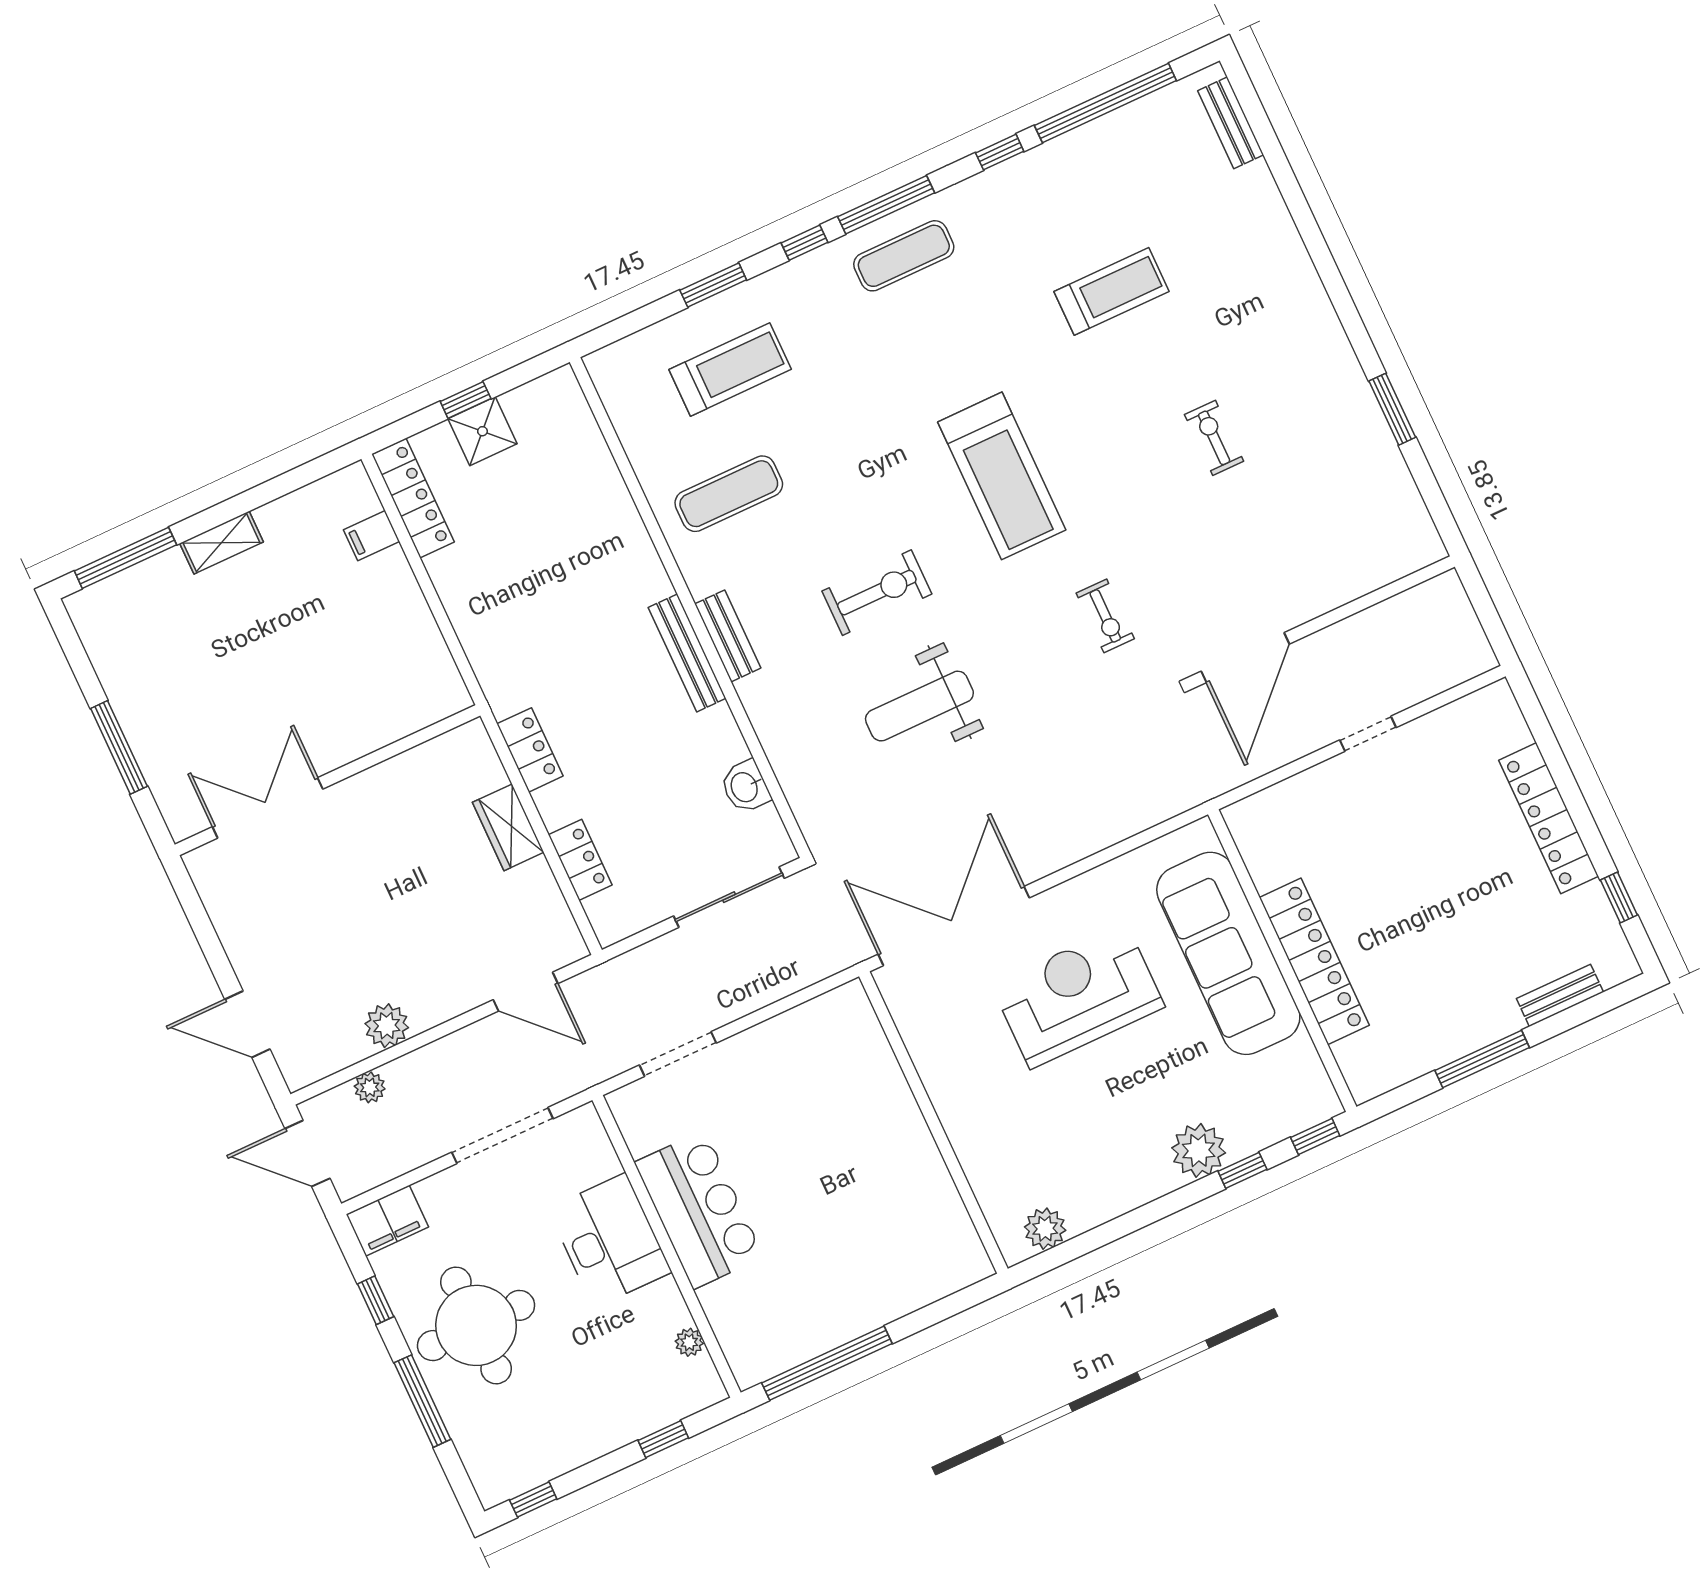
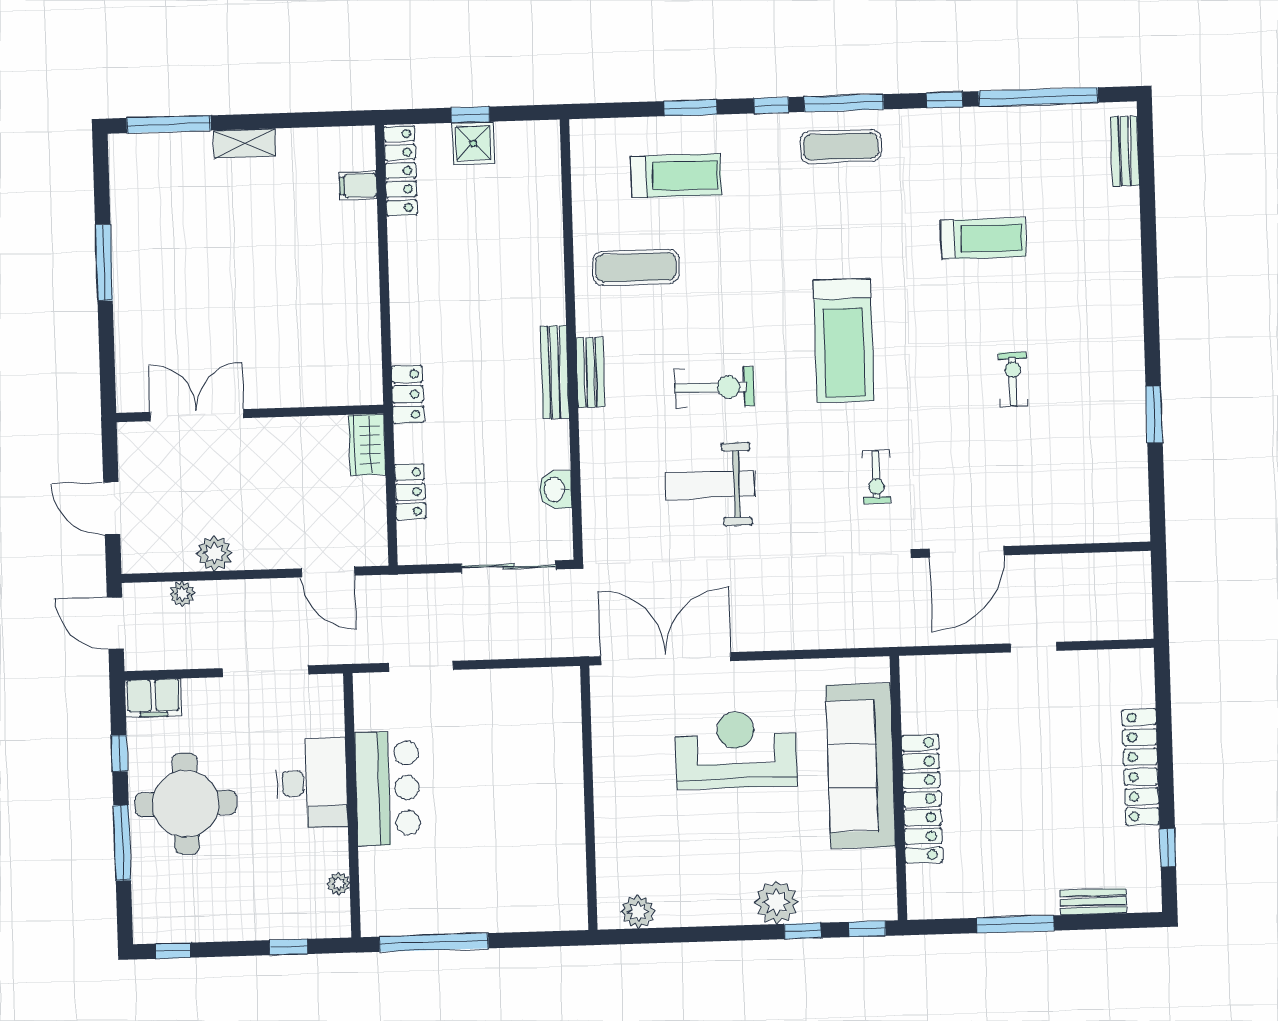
wall: (327, 780) -> (250, 413), moved
double door: (268, 808) -> (197, 415), moved

